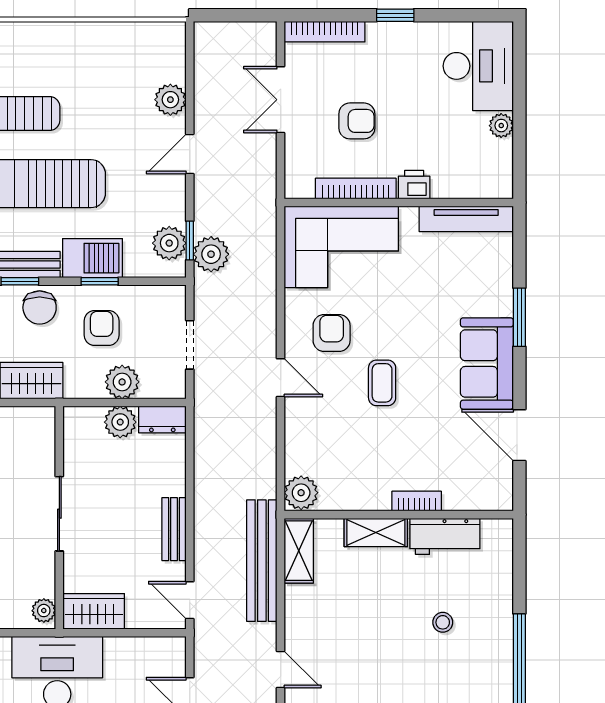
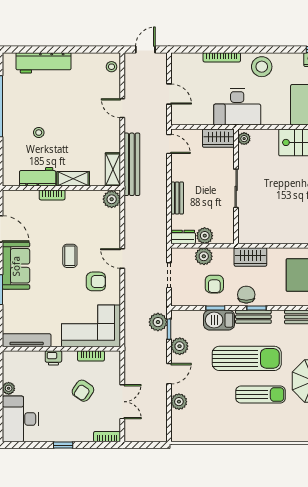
bookcase: (325, 32) -> (107, 437), width x0.64
armchair: (357, 121) -> (83, 391), turned -56
bookcase: (356, 189) -> (91, 356), width x0.64
plant: (169, 243) -> (180, 346), moved
armchair: (332, 333) -> (96, 281), turned -90
bench: (174, 529) -> (177, 198), moved

